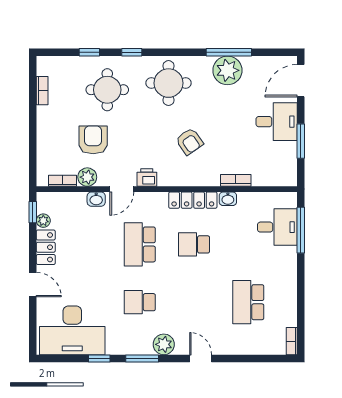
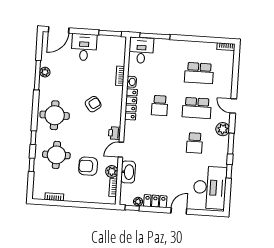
plant: (227, 70) -> (45, 72), width x0.53, depth x0.53
door: (301, 81) -> (59, 30), hinge flipped
window: (301, 141) -> (110, 33), moved
door: (122, 189) -> (121, 150), swing flipped
washbasin: (96, 199) -> (128, 172), width x1.91, depth x1.45
desk: (277, 227) -> (141, 50), moved
school desk: (140, 244) -> (197, 108), moved
door: (201, 358) -> (233, 106), hinge flipped

